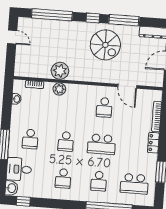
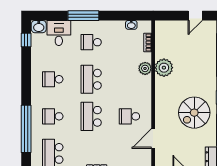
school desk: (66, 142) -> (91, 79), width x1.85

